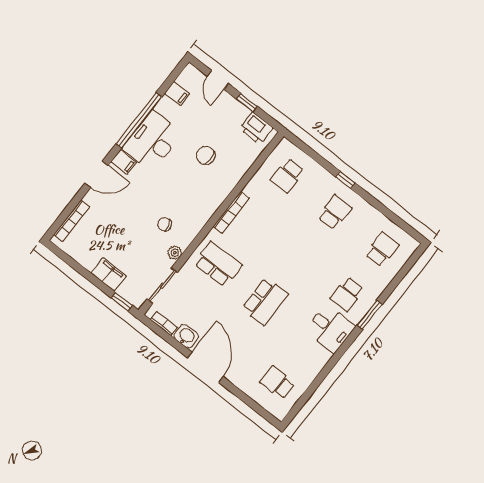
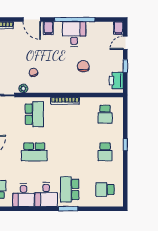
filing cabinet: (177, 94) -> (118, 28), moved
desk: (152, 141) -> (74, 34), width x0.73
school desk: (287, 175) -> (105, 114), turned -90
school desk: (335, 212) -> (105, 152), turned 90
school desk: (382, 250) -> (105, 189), turned 180
school desk: (347, 294) -> (70, 189), width x1.85
desk: (309, 357) -> (24, 195), added

